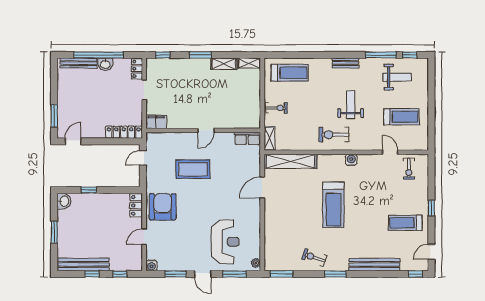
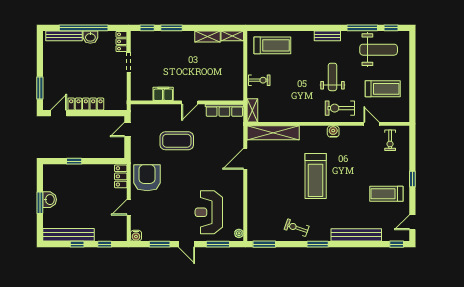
window: (200, 55) -> (172, 28), moved
weight bench: (397, 77) -> (379, 50), width x1.36, depth x1.33
filing cabinet: (156, 122) -> (163, 94), moved
locker: (124, 132) -> (86, 104), moved
exercise bike: (334, 135) -> (340, 108), moved
row of seats: (247, 138) -> (224, 110), width x1.48
washbasin: (64, 201) -> (50, 200), moved
reception desk: (225, 242) -> (209, 212), turned 180

